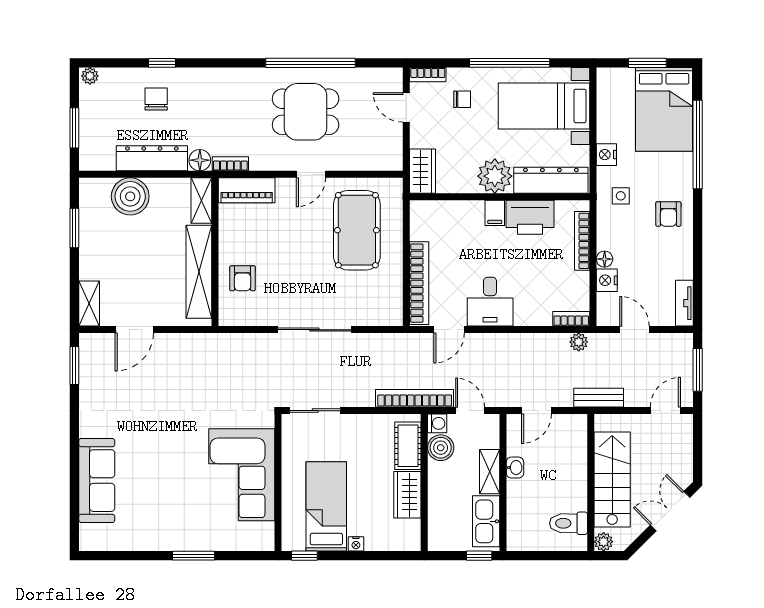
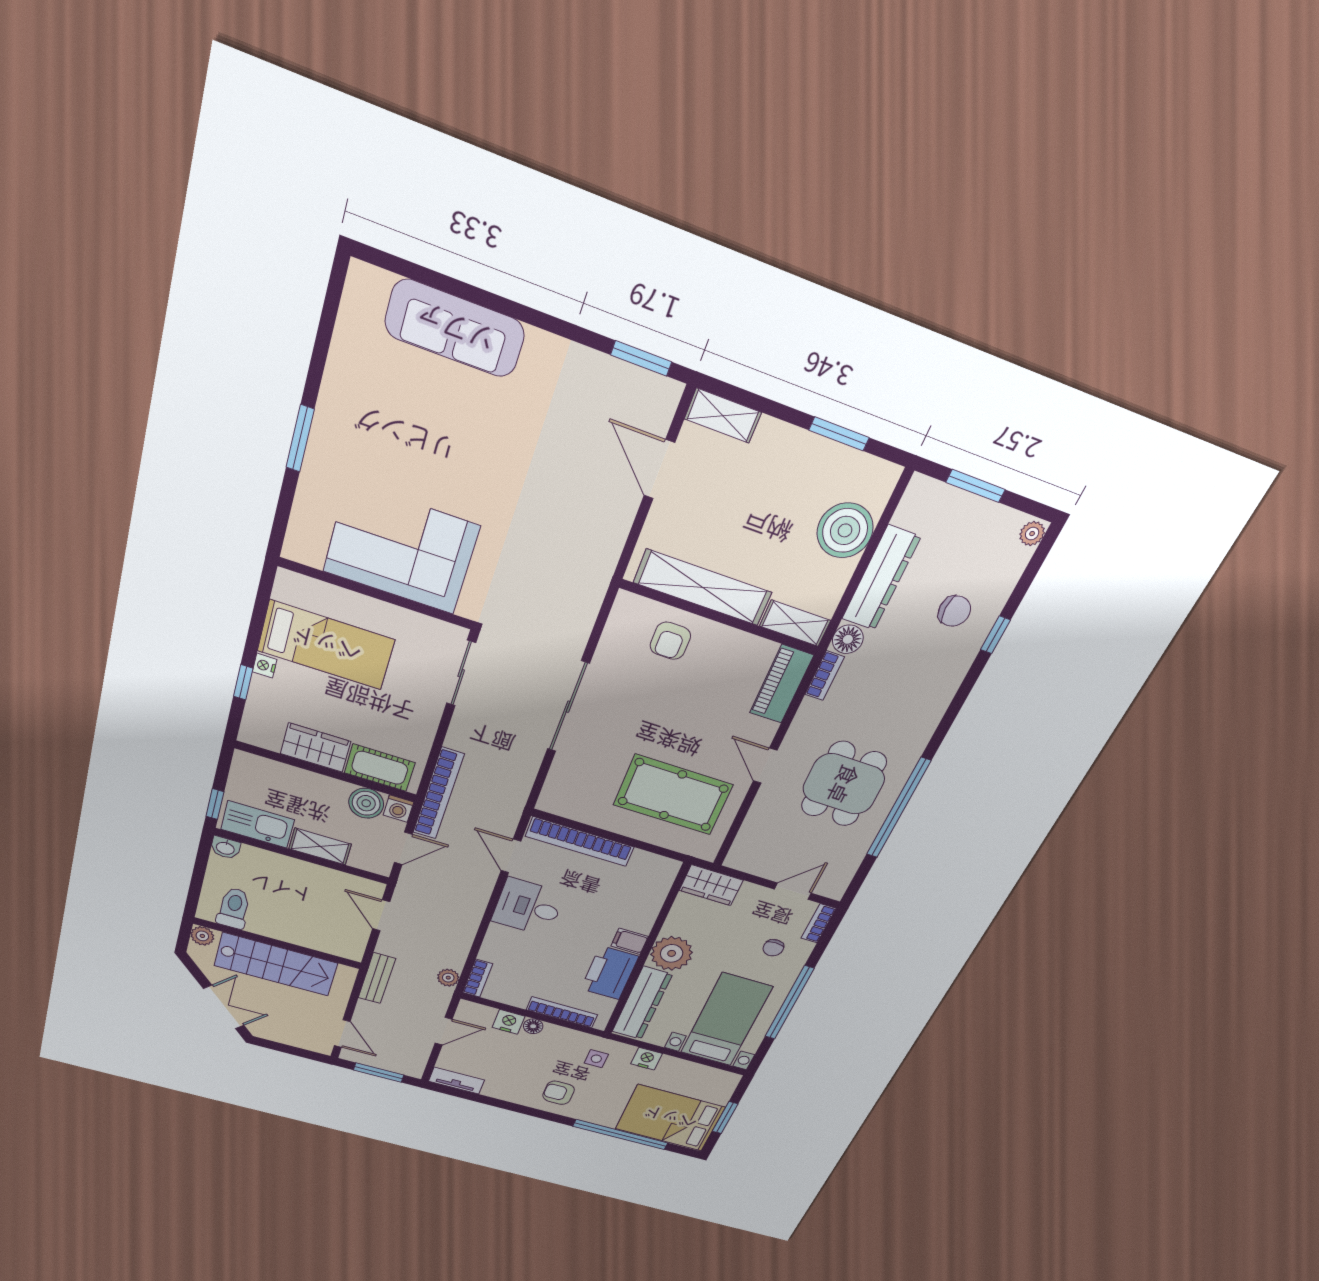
armchair: (243, 278) -> (670, 641), turned -90
washbasin: (515, 468) -> (225, 848), moved
window: (304, 556) -> (243, 682), moved

